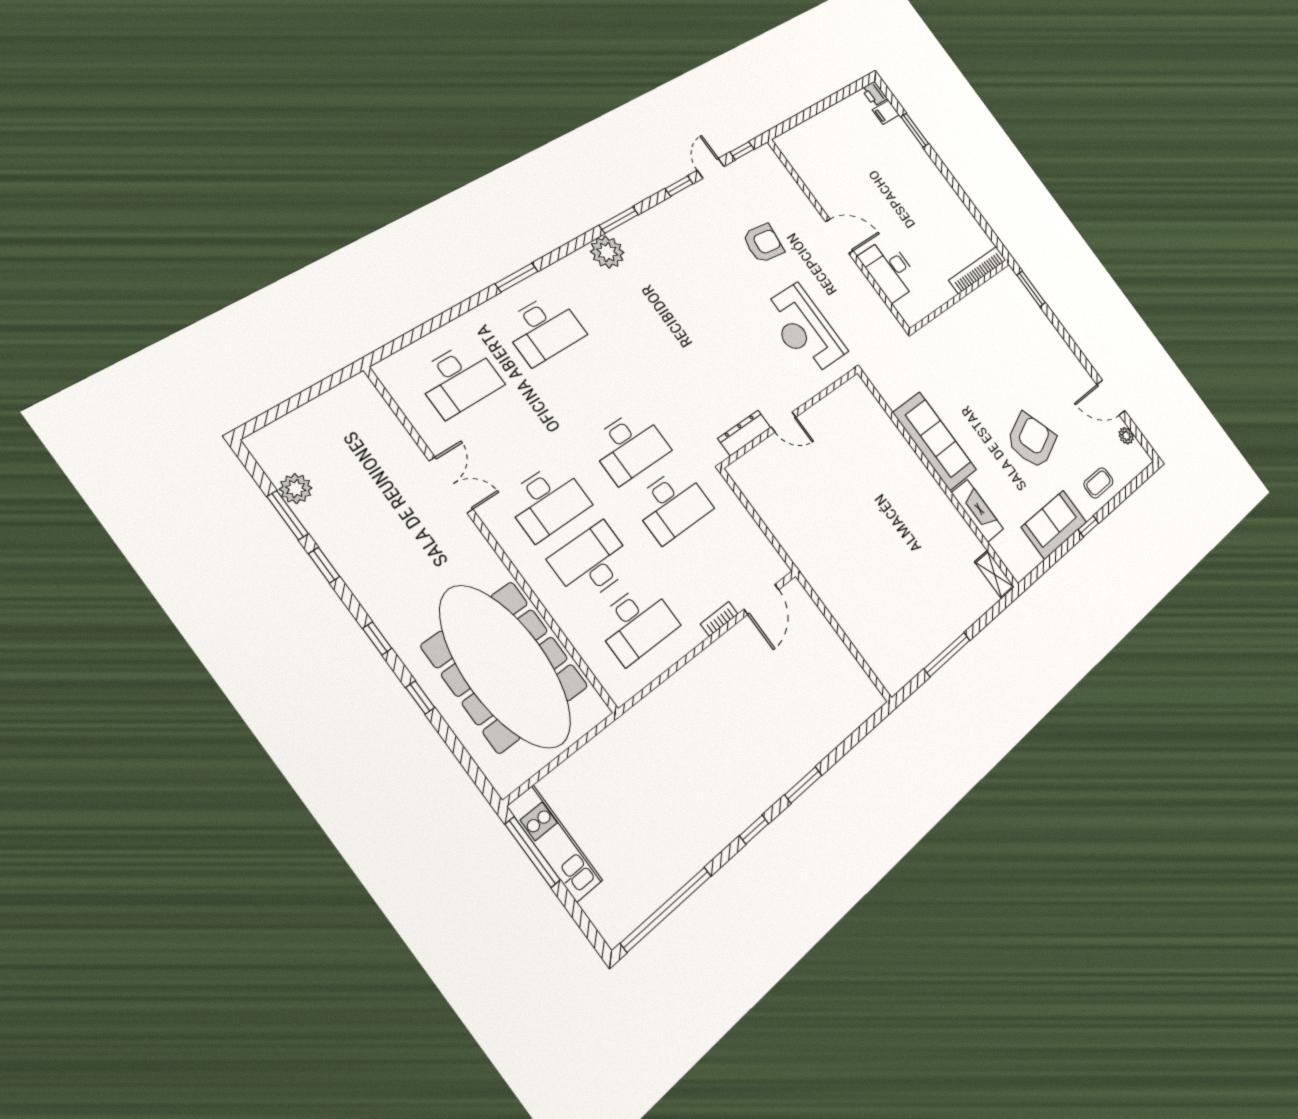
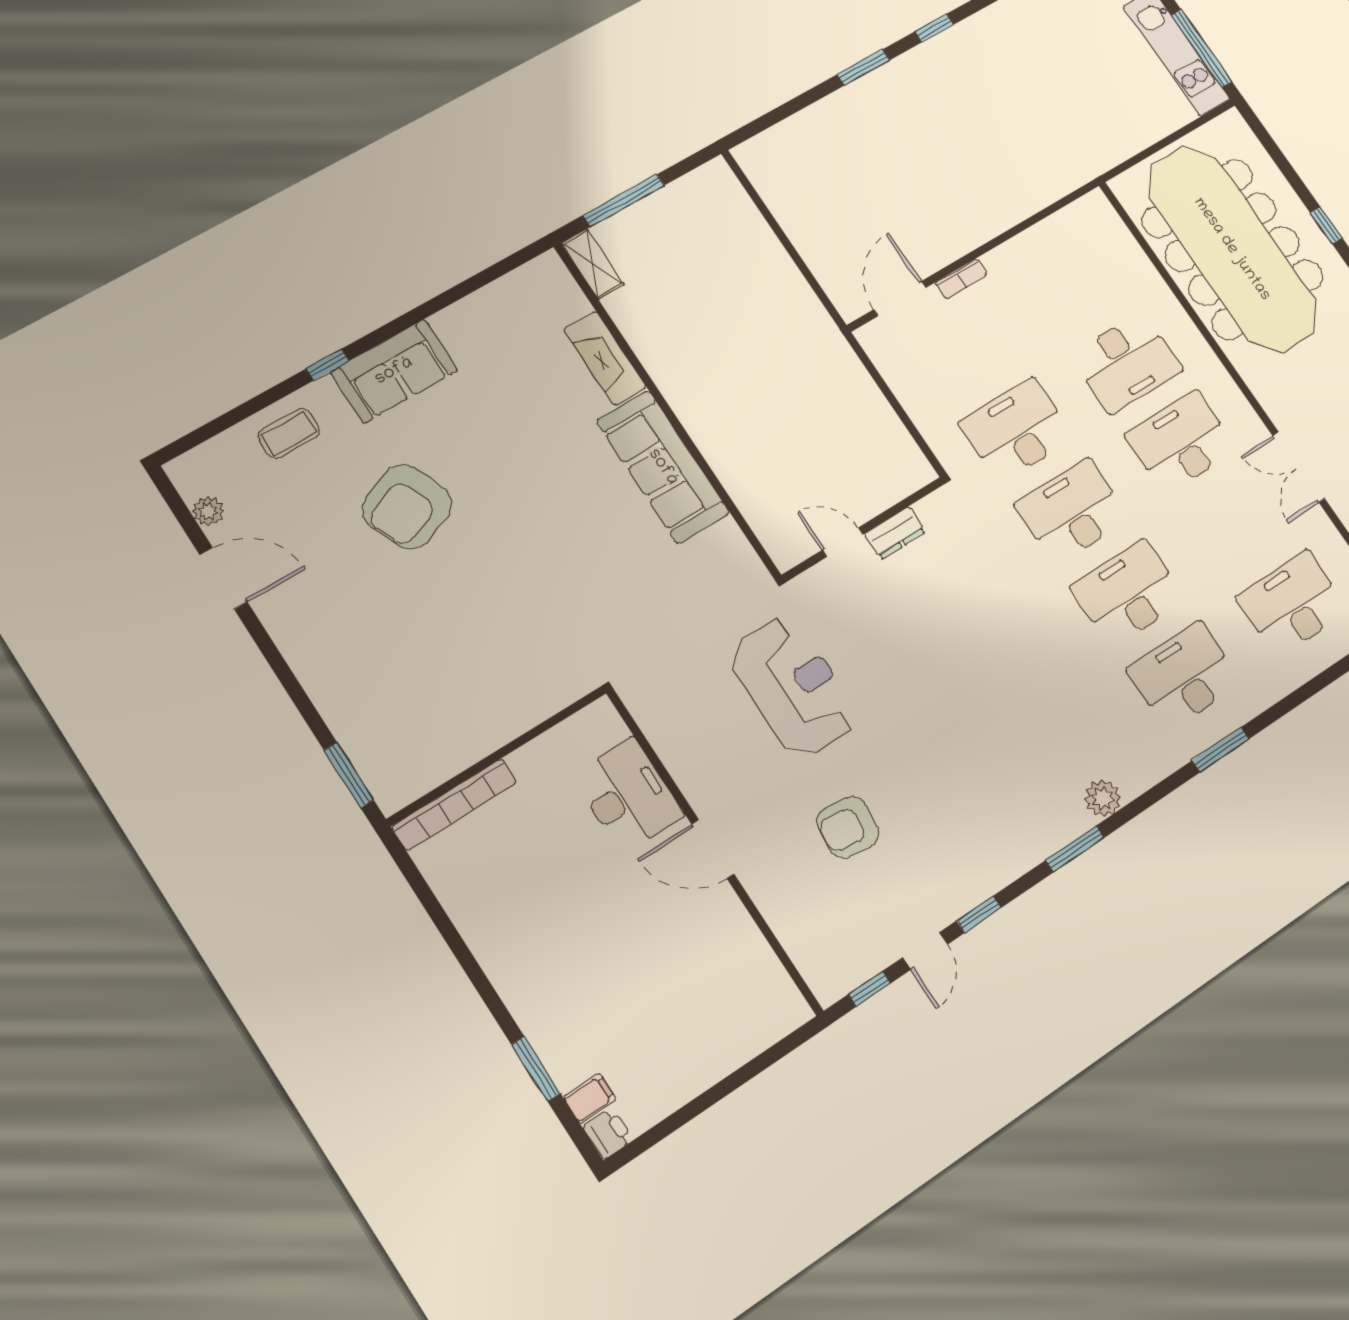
plant: (607, 252) -> (1103, 798), width x0.73, depth x0.73
dresser: (744, 433) -> (895, 533), width x0.70
sofa: (935, 441) -> (663, 467), moved
wall: (938, 478) -> (667, 410), moved
fireplace: (977, 511) -> (605, 358), moved
shelving: (995, 574) -> (592, 264), moved
desk: (637, 623) -> (1128, 593), moved

